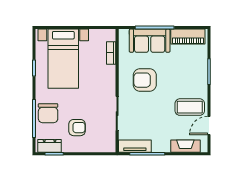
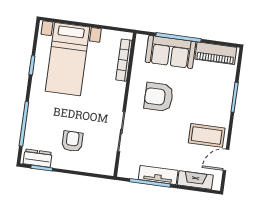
bookcase: (111, 53) -> (124, 60), width x1.56
chair: (48, 113) -> (41, 120), removed
armchair: (77, 128) -> (72, 141), turned -90
tv unit: (135, 146) -> (158, 175), moved

